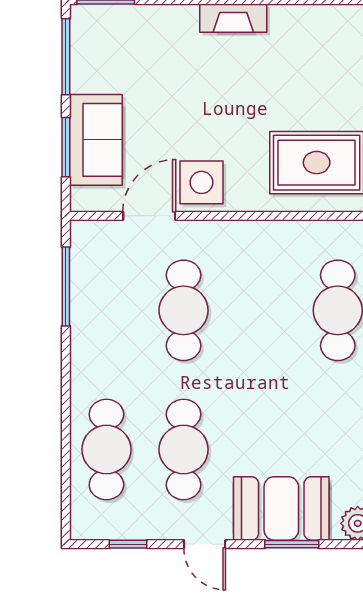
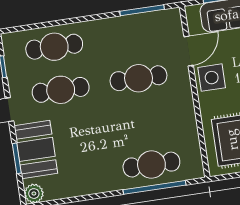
door: (149, 216) -> (189, 51), hinge flipped

